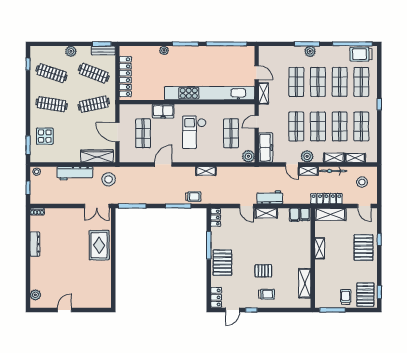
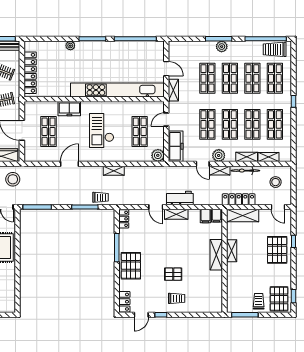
shelving: (305, 283) -> (216, 255), moved

